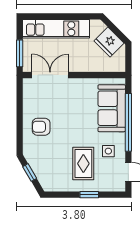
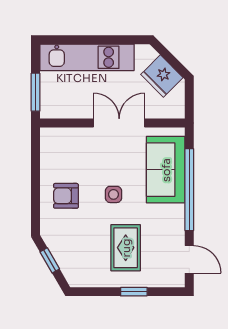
double door: (50, 75) -> (119, 123), moved
side table: (108, 151) -> (113, 194), moved

